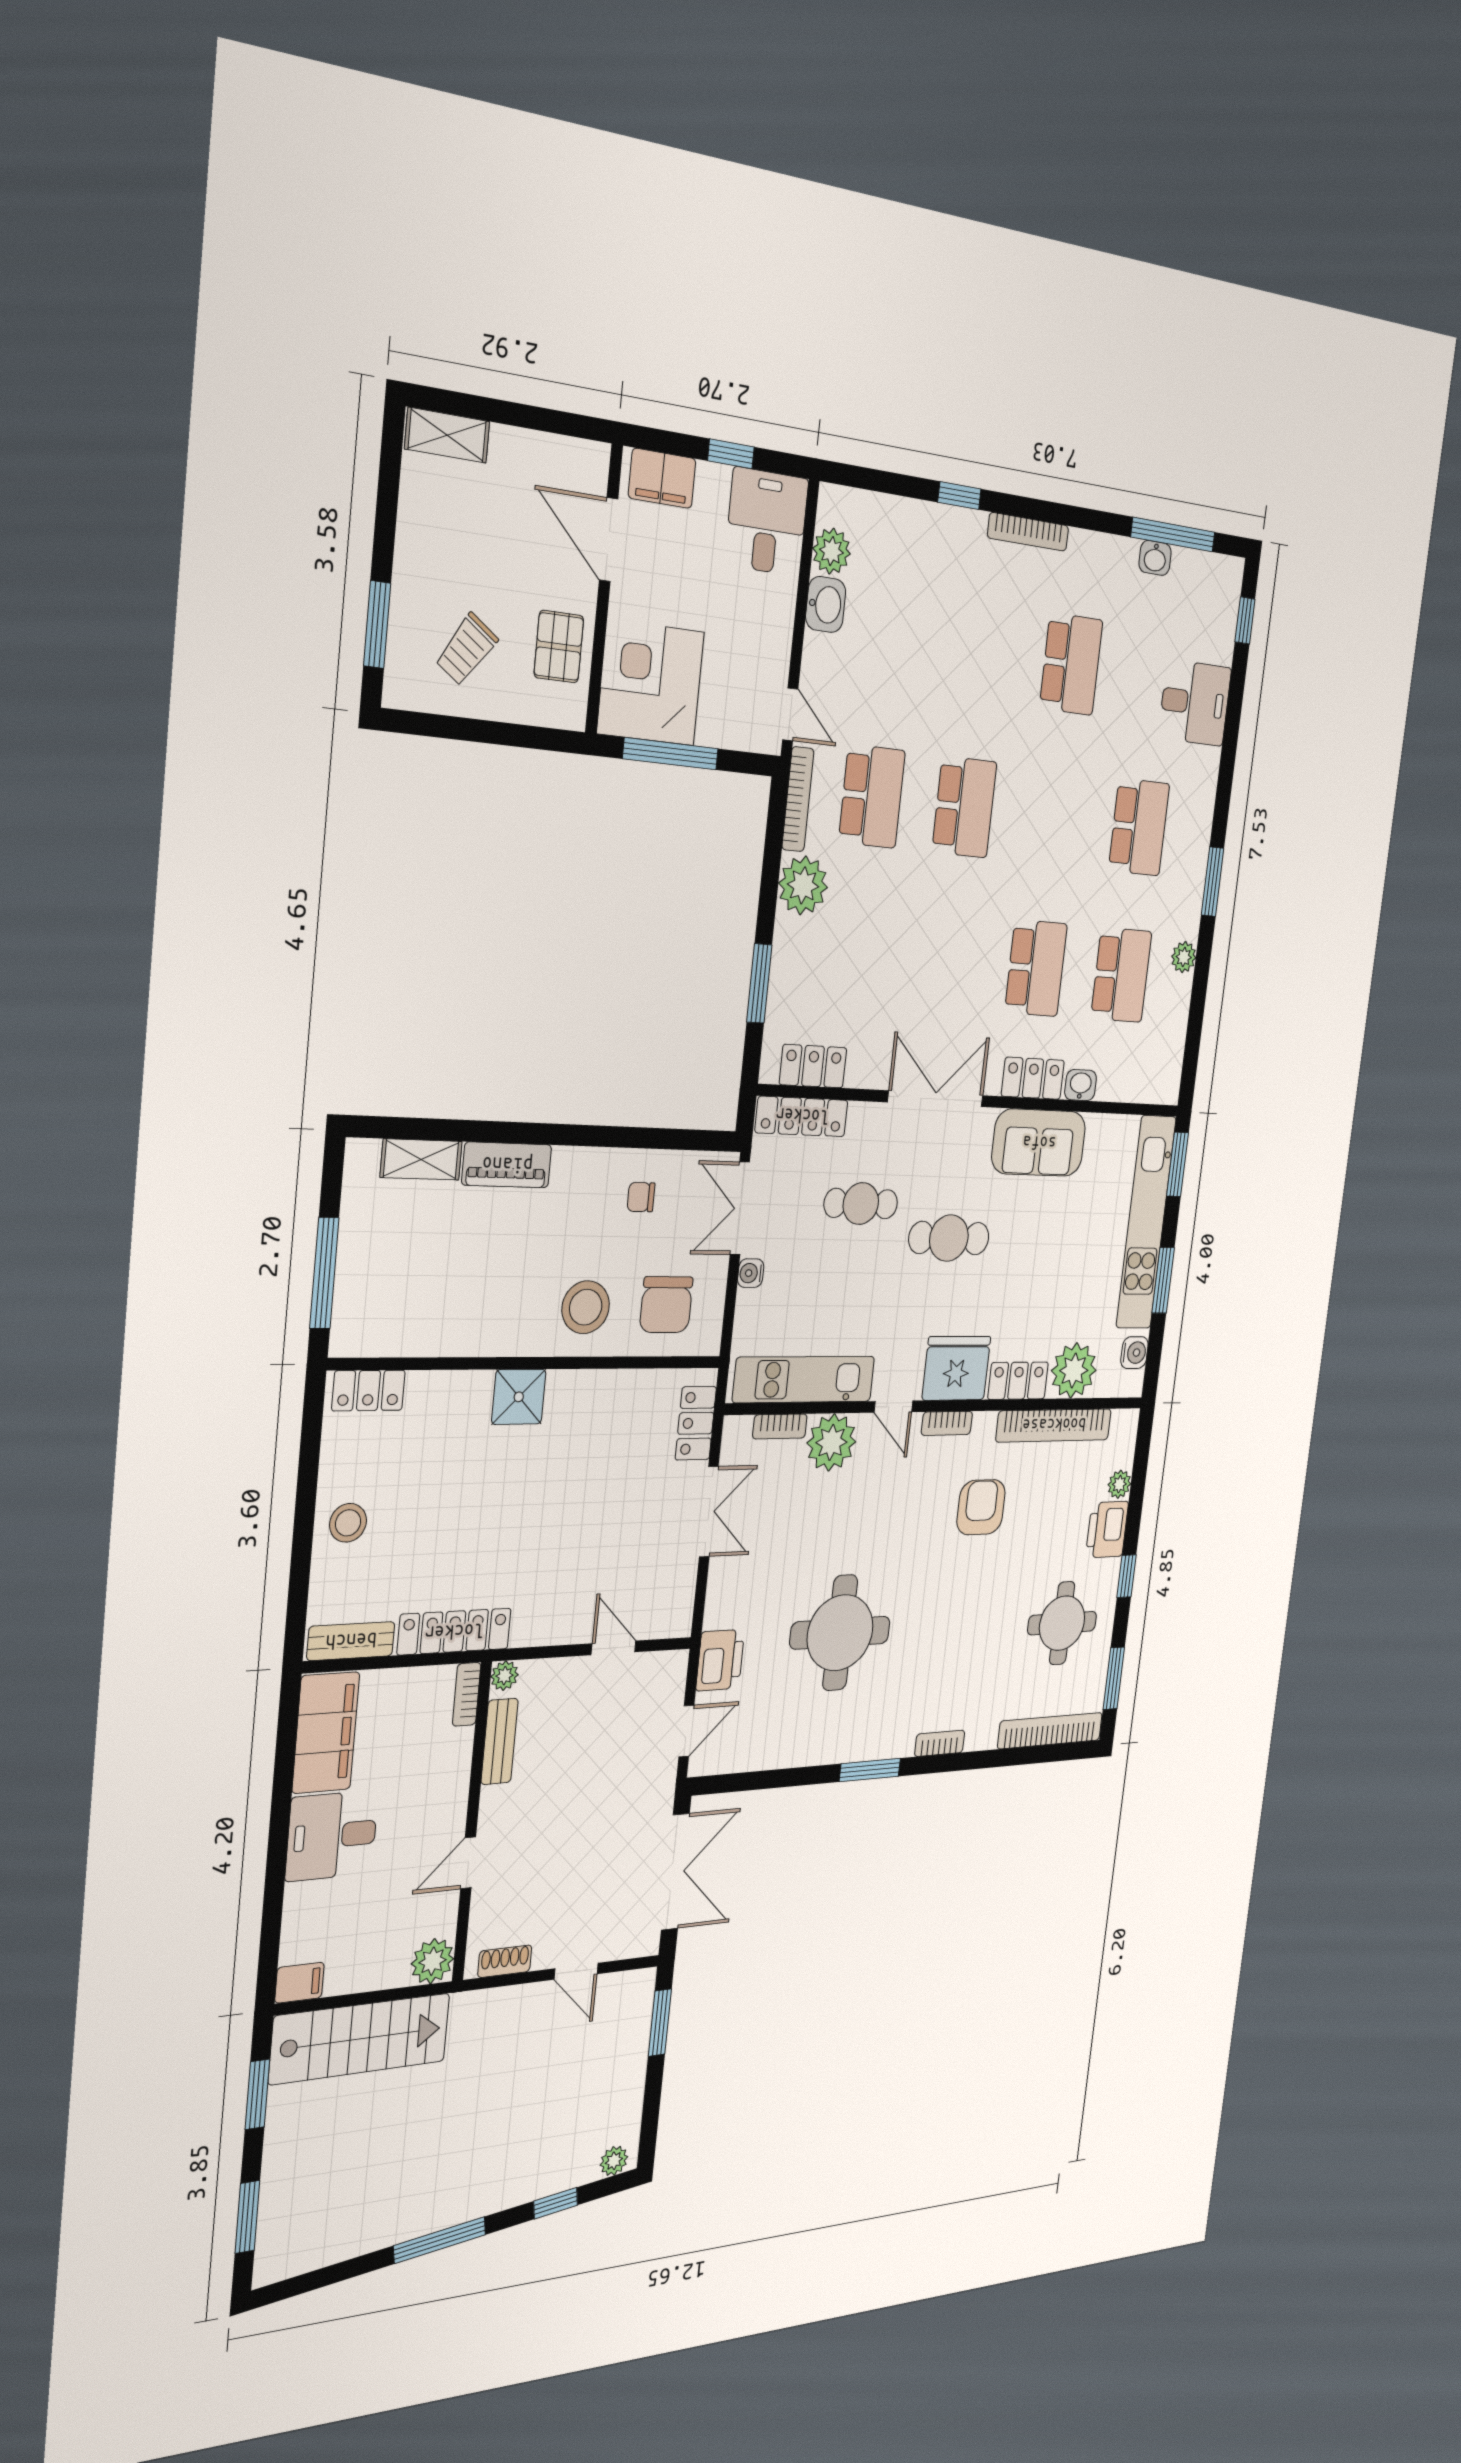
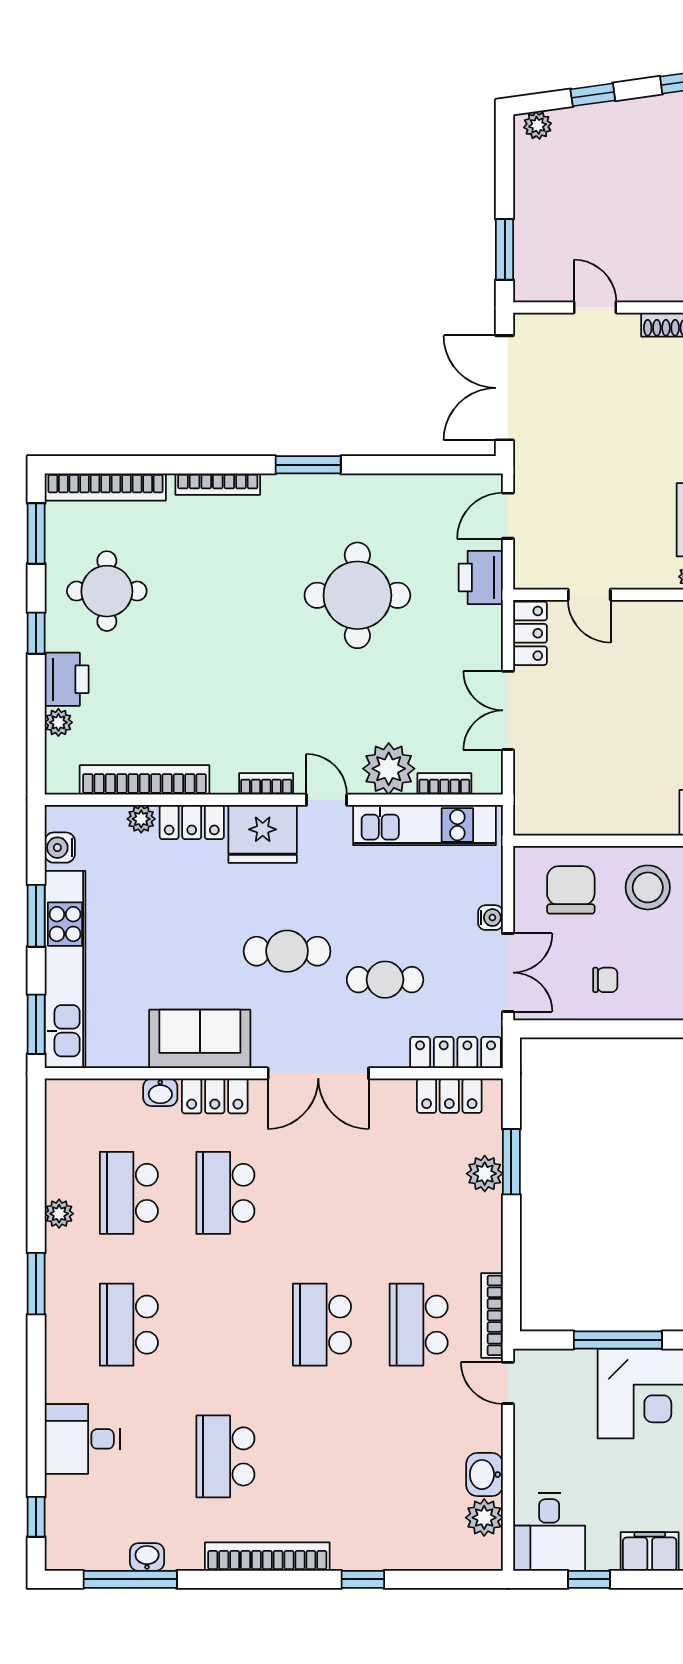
bookcase: (1028, 532) -> (267, 1557), width x1.48, depth x1.31
plant: (803, 885) -> (485, 1174), moved, width x0.73, depth x0.73
plant: (1074, 1370) -> (141, 819), width x0.53, depth x0.53
locker: (696, 1423) -> (530, 633), moved
armchair: (981, 1507) -> (217, 705), removed
bookcase: (940, 1743) -> (218, 484), width x1.56

